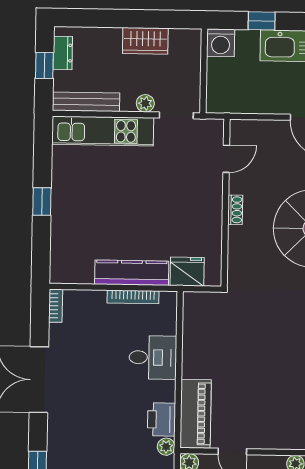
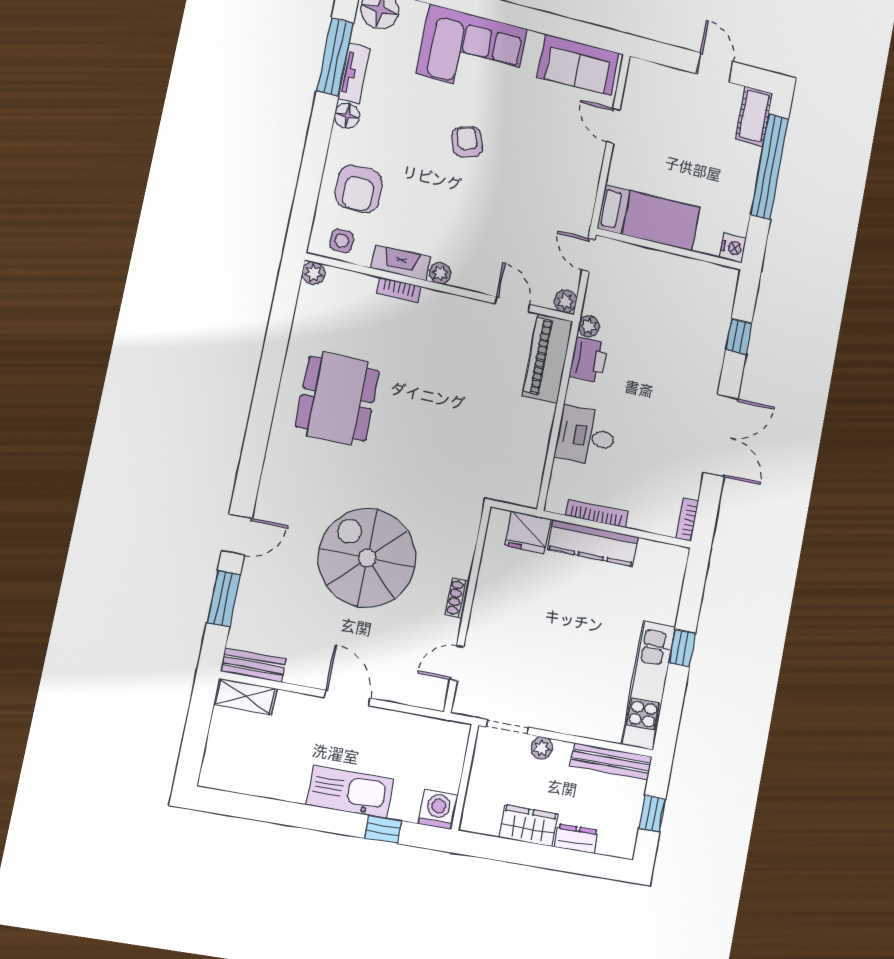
dresser: (63, 53) -> (576, 839), moved, turned 90
kitchen unit: (103, 131) -> (648, 686), moved, turned -90

